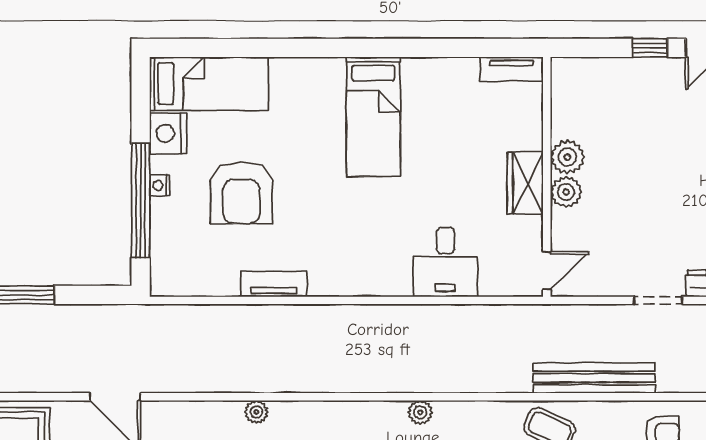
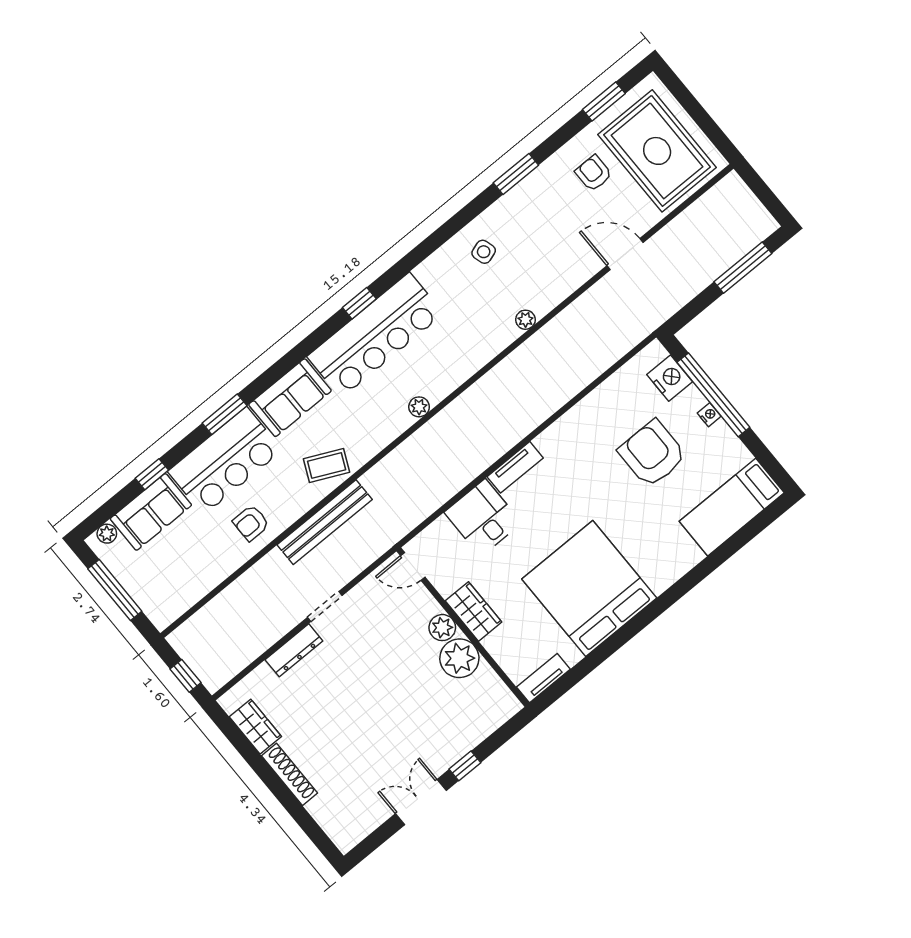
bed: (373, 117) -> (589, 588), width x2.04
nightstand: (168, 133) -> (670, 378), moved
plant: (567, 157) -> (459, 658), width x1.36, depth x1.36
door: (547, 271) -> (413, 566), hinge flipped
tv unit: (274, 284) -> (515, 467), moved

